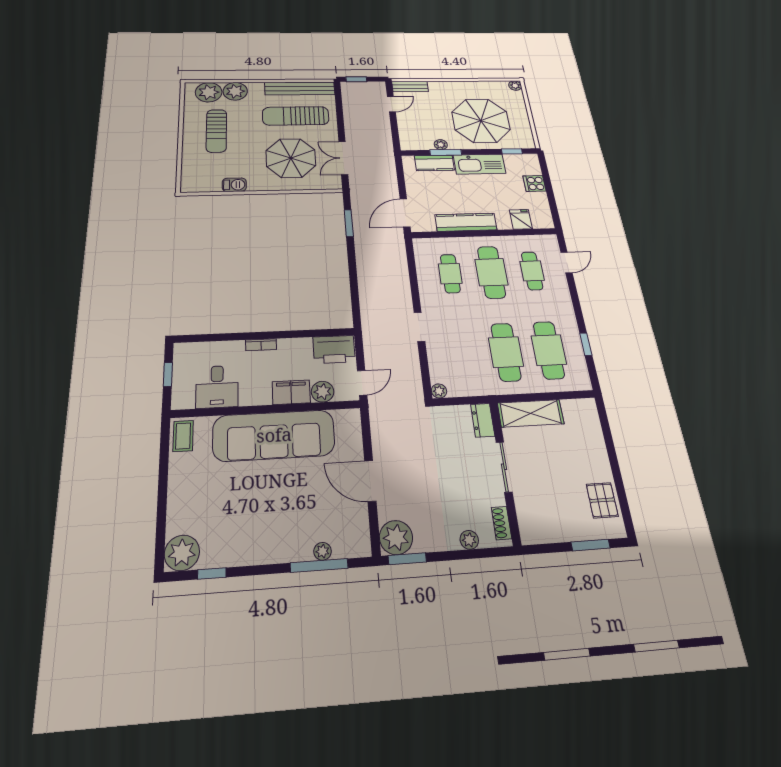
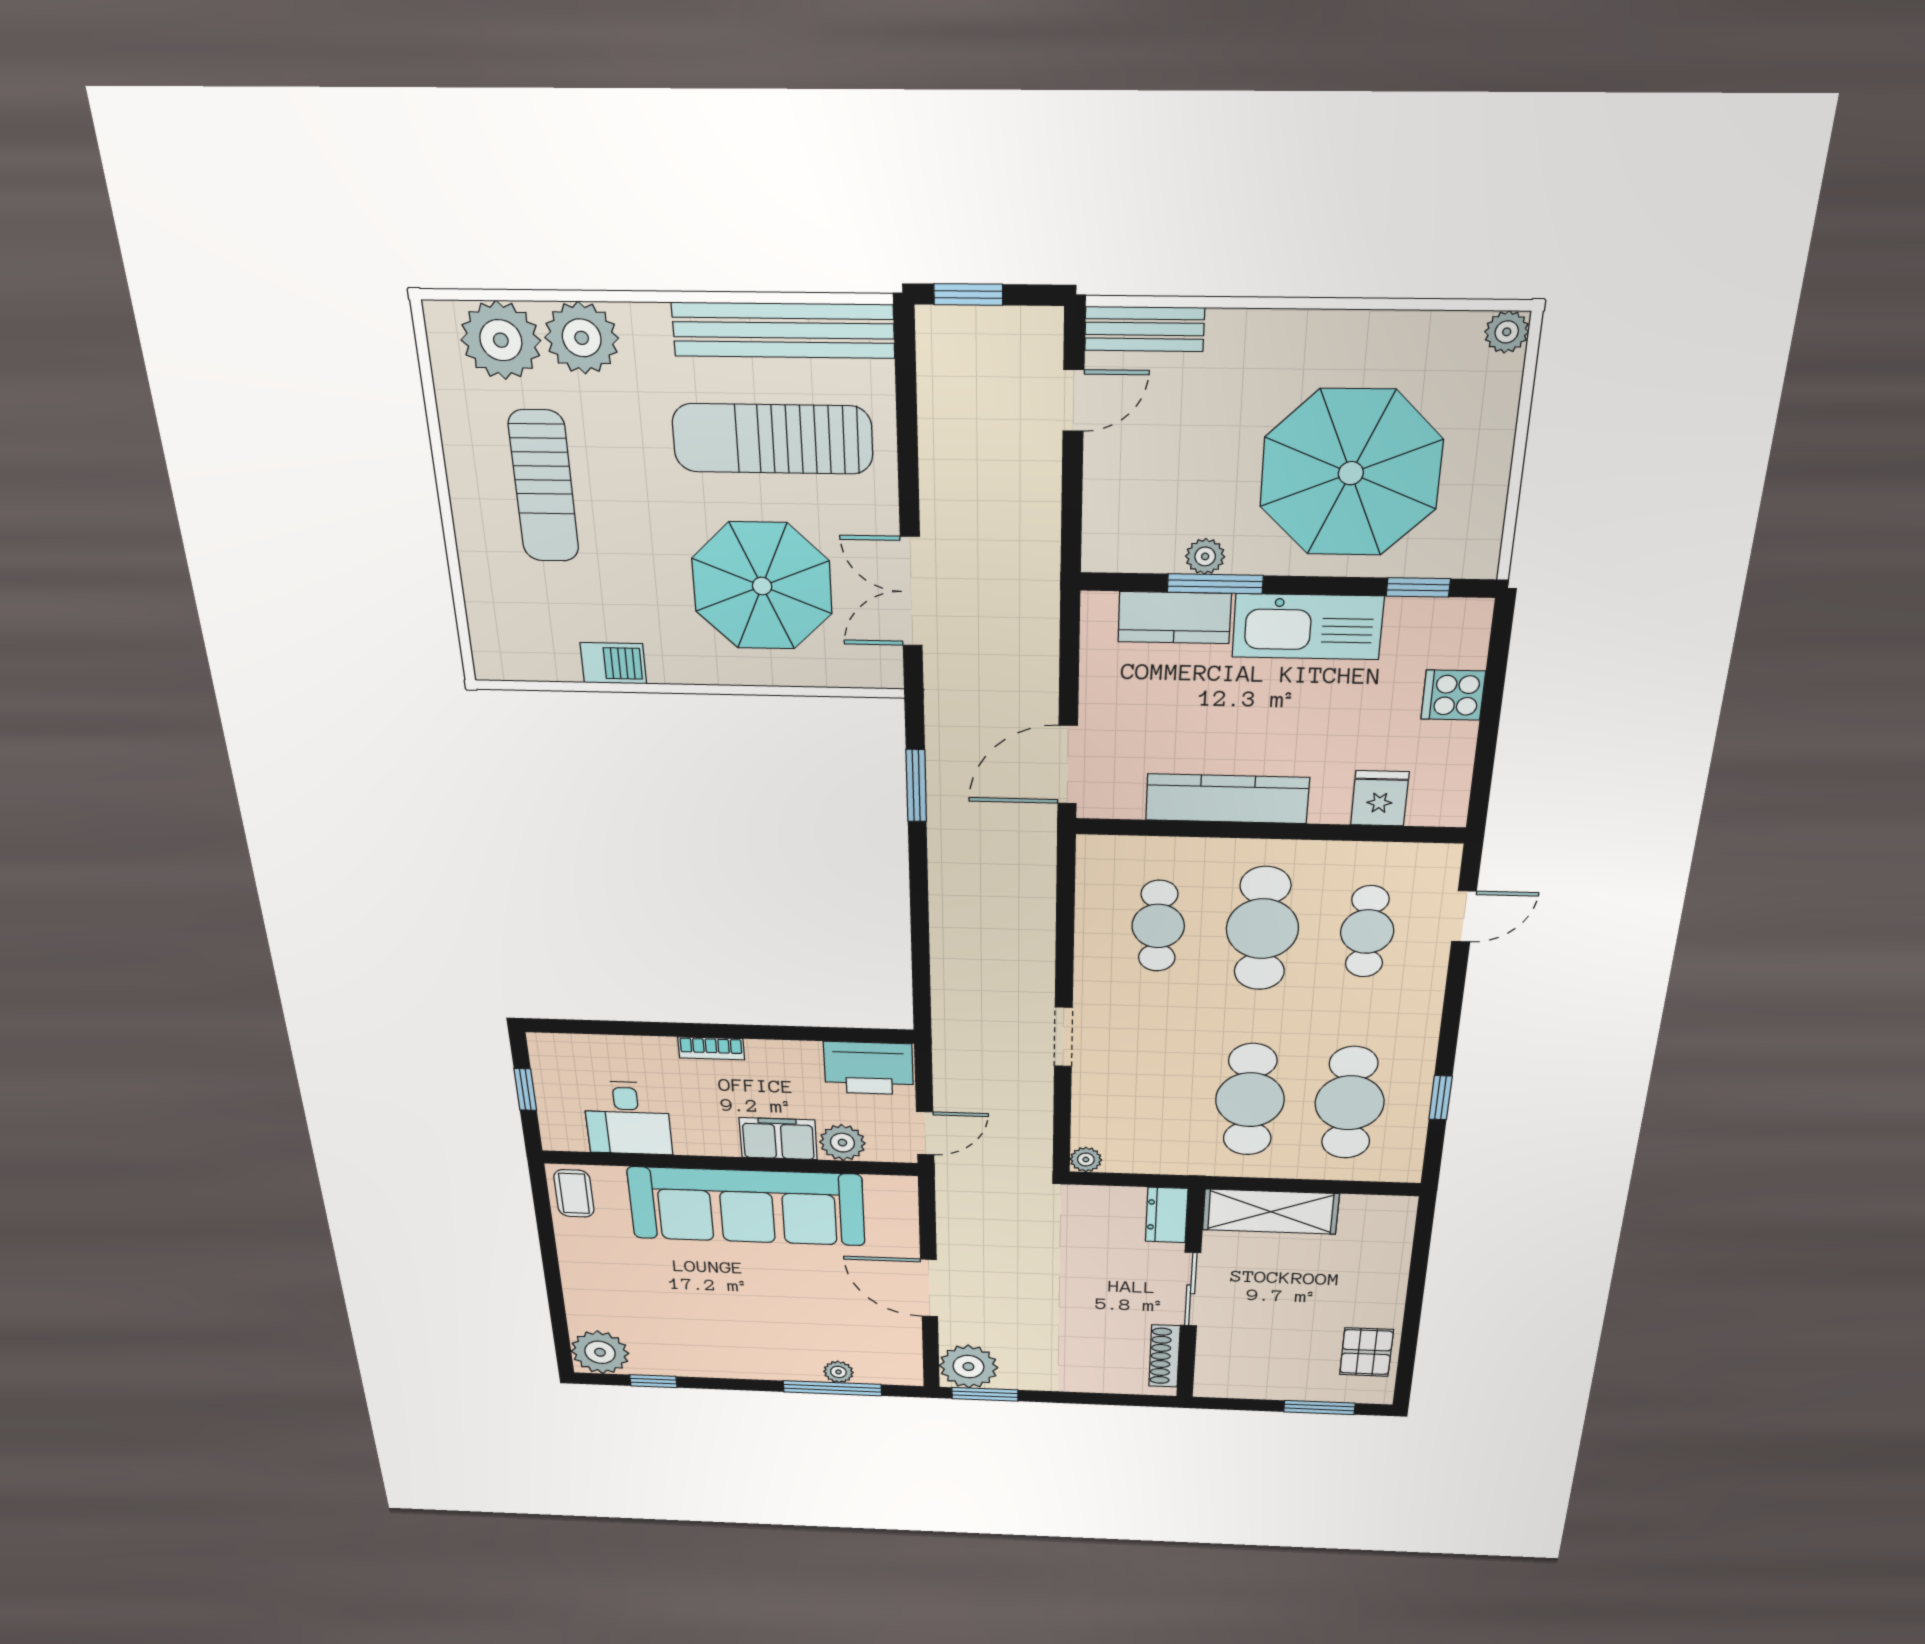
shoe rack: (501, 523) -> (1164, 1356), width x1.43
plant: (469, 540) -> (1099, 1381), removed

